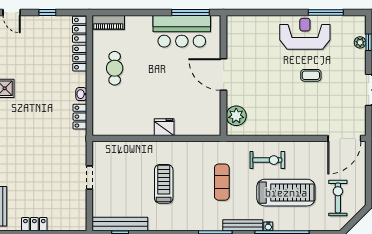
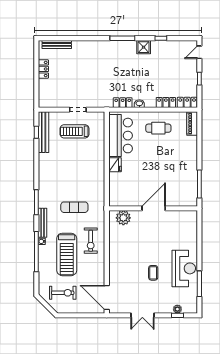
bar counter: (182, 31) -> (121, 136), moved, turned 180
treadmill: (164, 184) -> (75, 131), moved, turned 180

